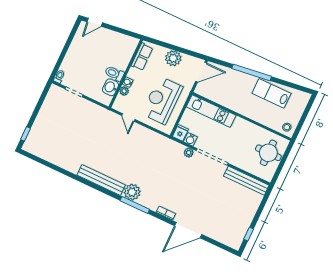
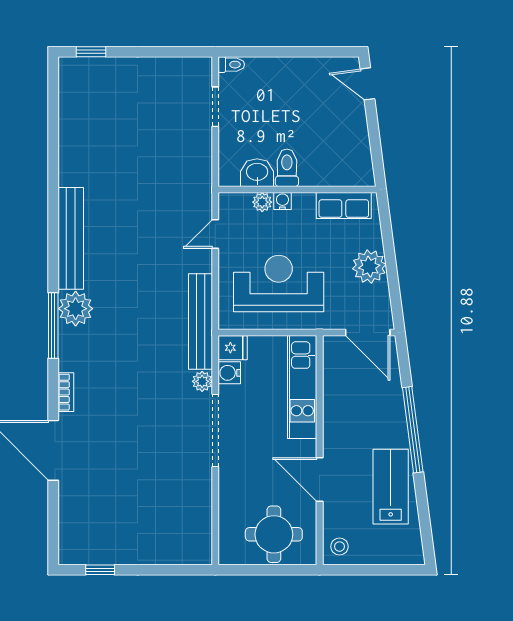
door: (254, 122) -> (320, 480), added
bench: (246, 181) -> (201, 321), moved

